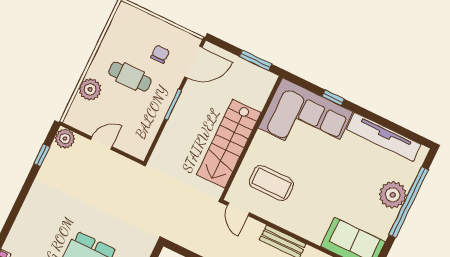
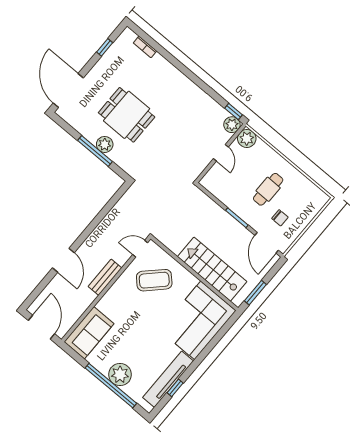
plant: (90, 89) -> (247, 139), moved
window: (333, 98) -> (175, 388), moved
stairs: (229, 144) -> (212, 269), moved
window: (42, 155) -> (234, 111), moved
coffee table: (271, 183) -> (154, 280), turned 45

